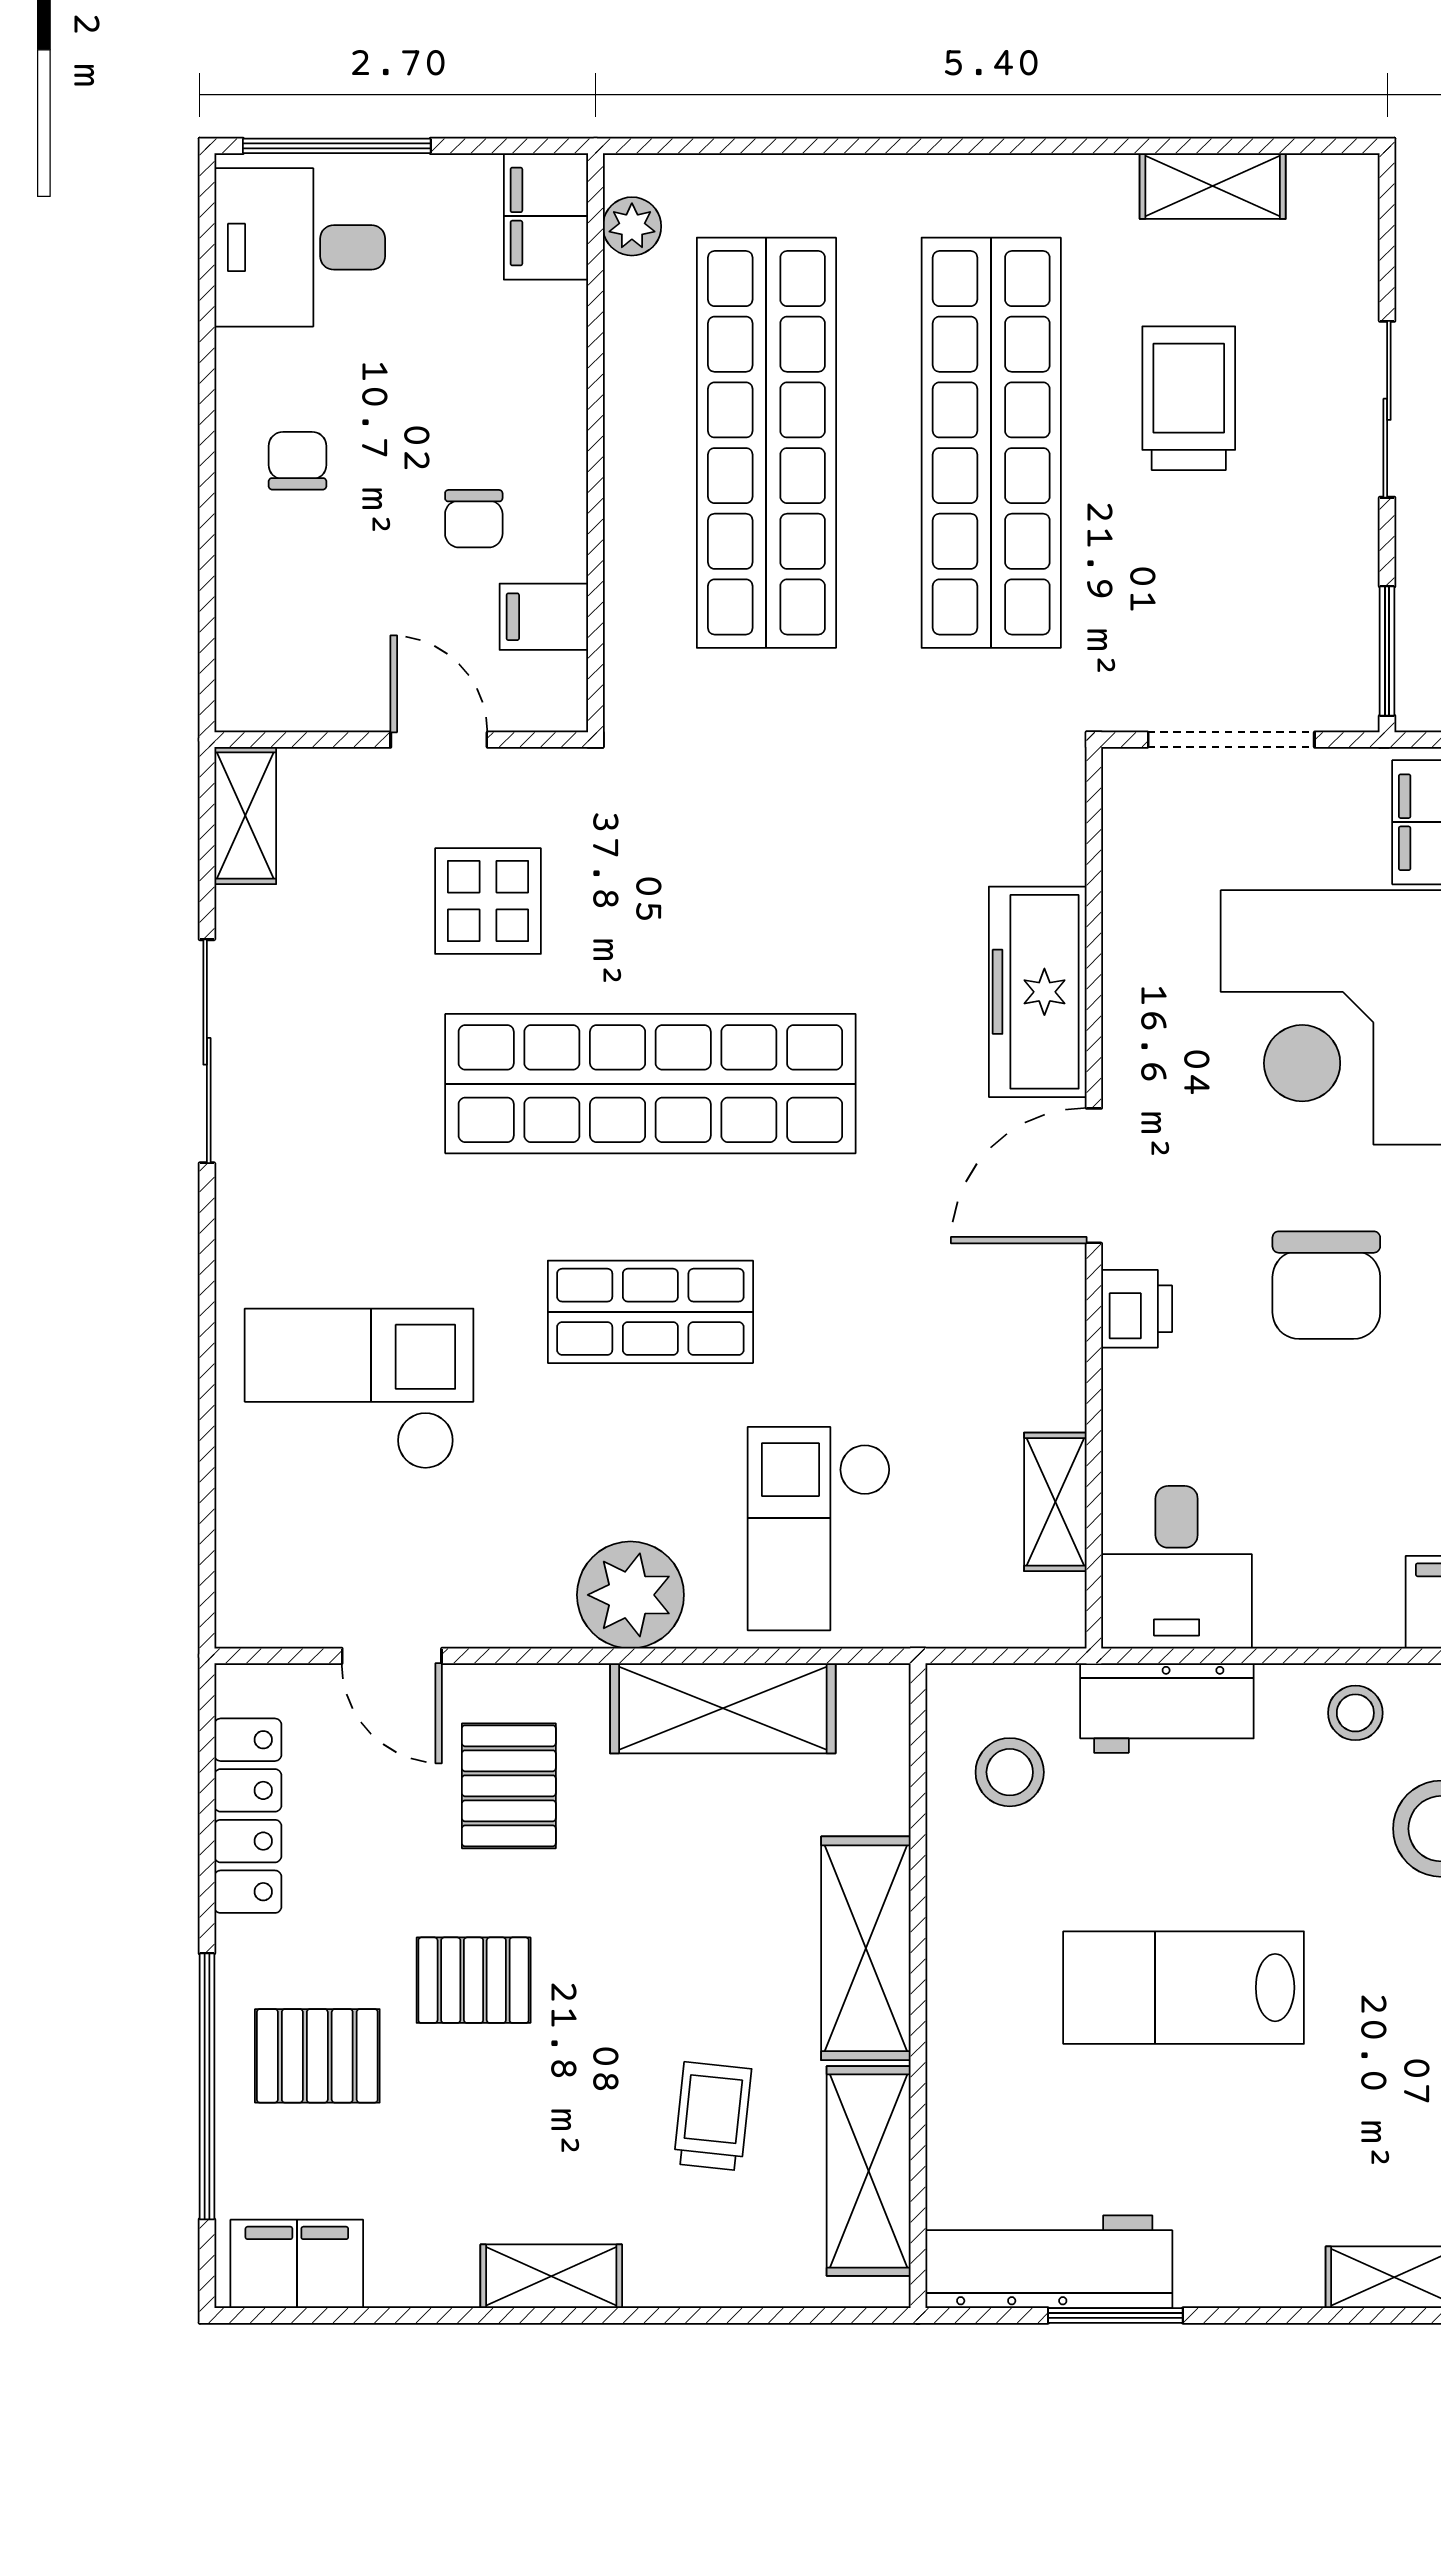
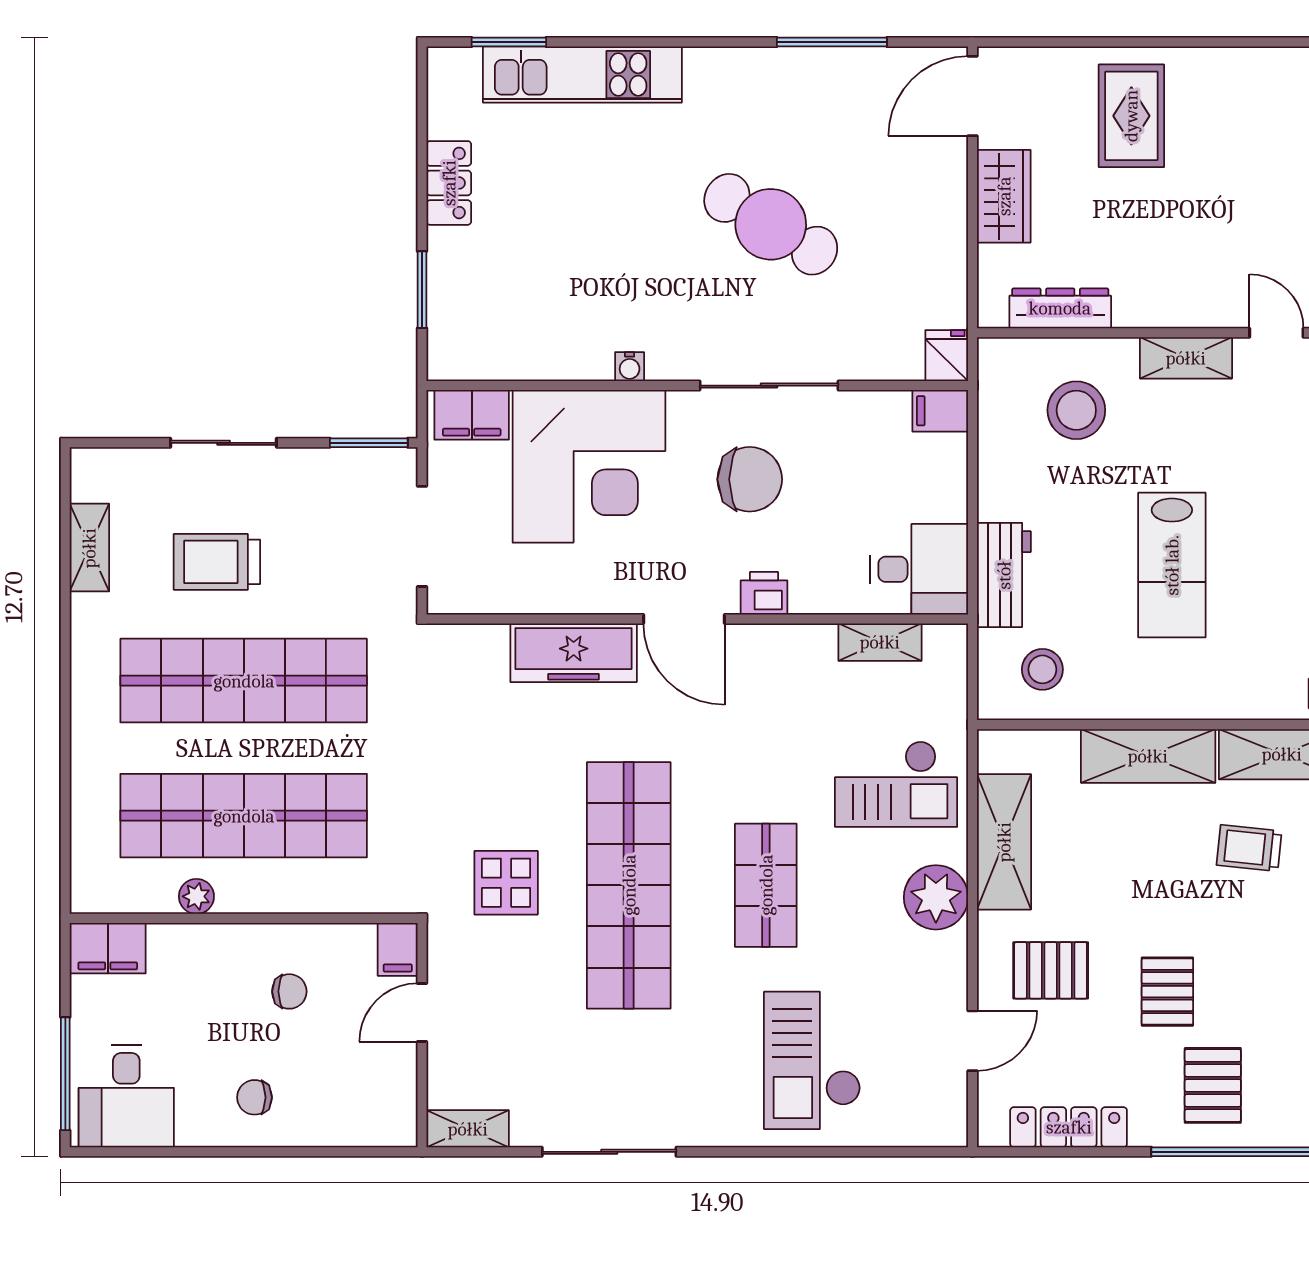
plant: (632, 226) -> (196, 896), moved
filing cabinet: (544, 617) -> (398, 949), moved
display table: (488, 901) -> (506, 883), moved
stool: (1355, 1713) -> (1007, 462), removed

